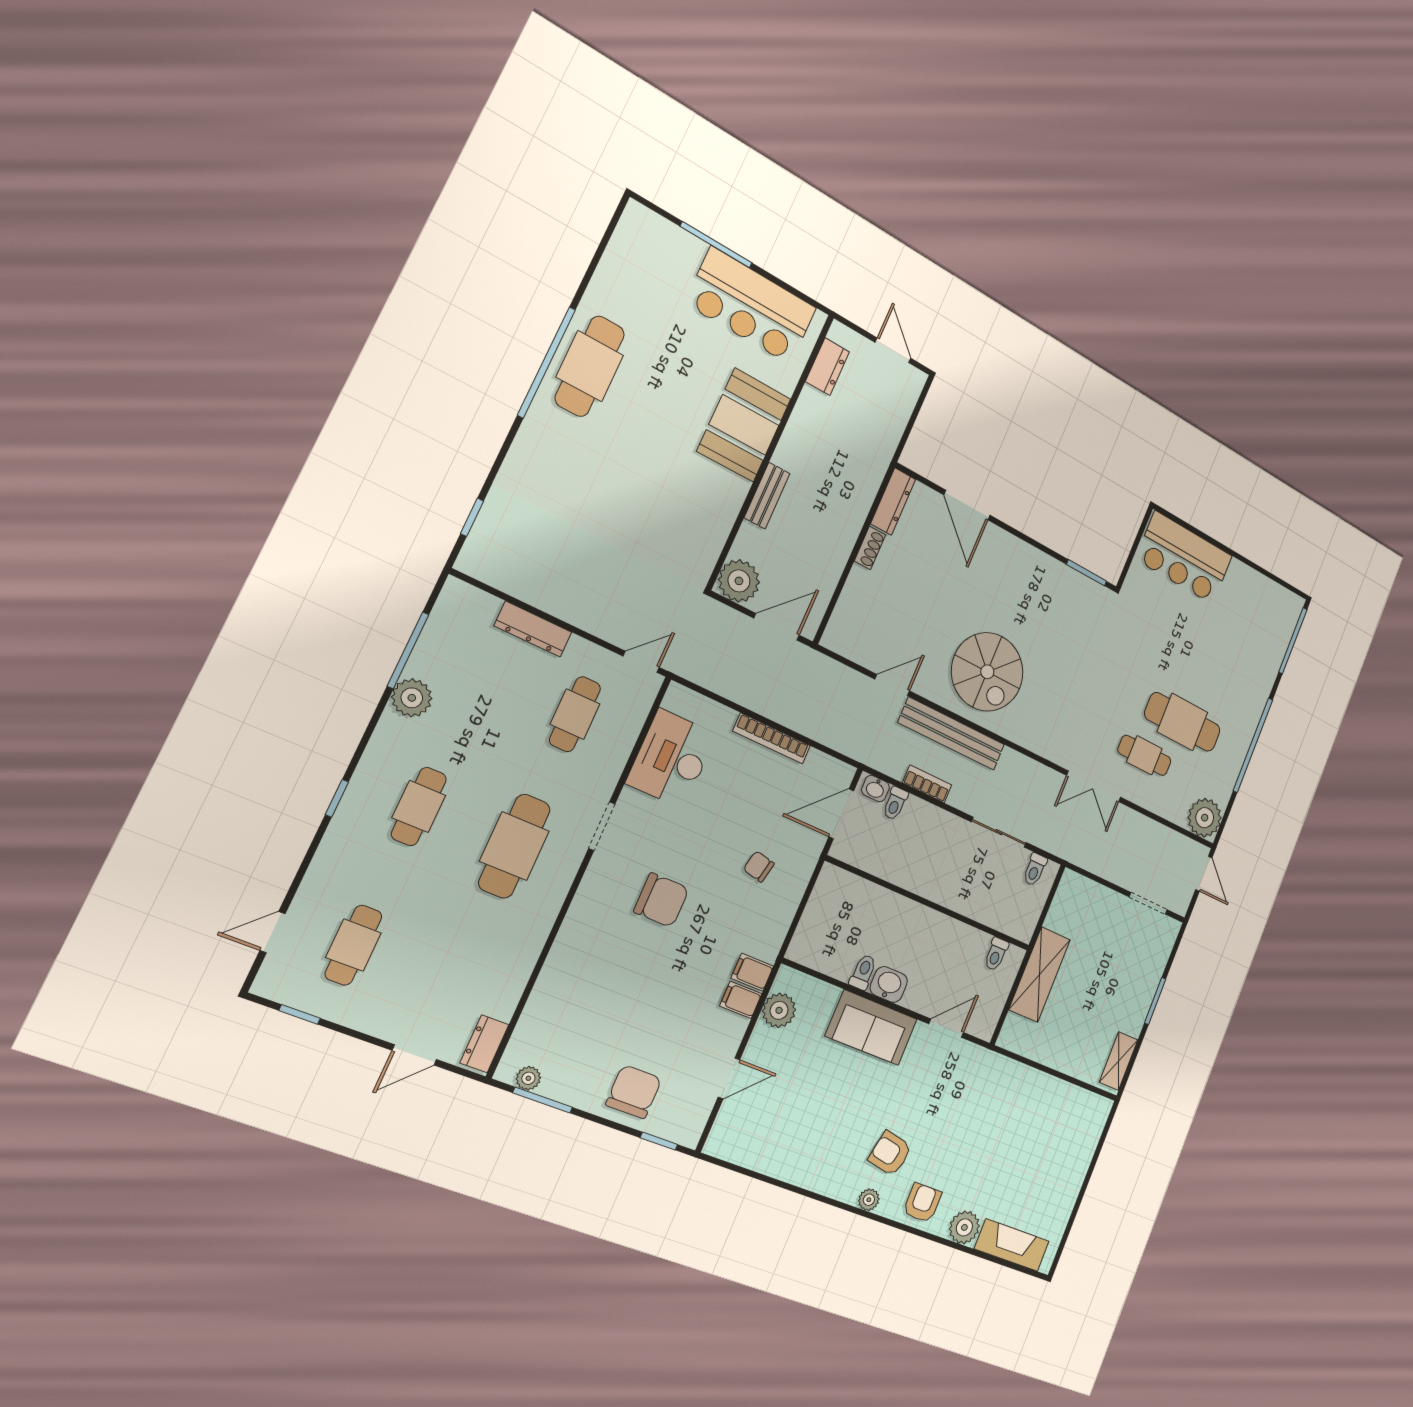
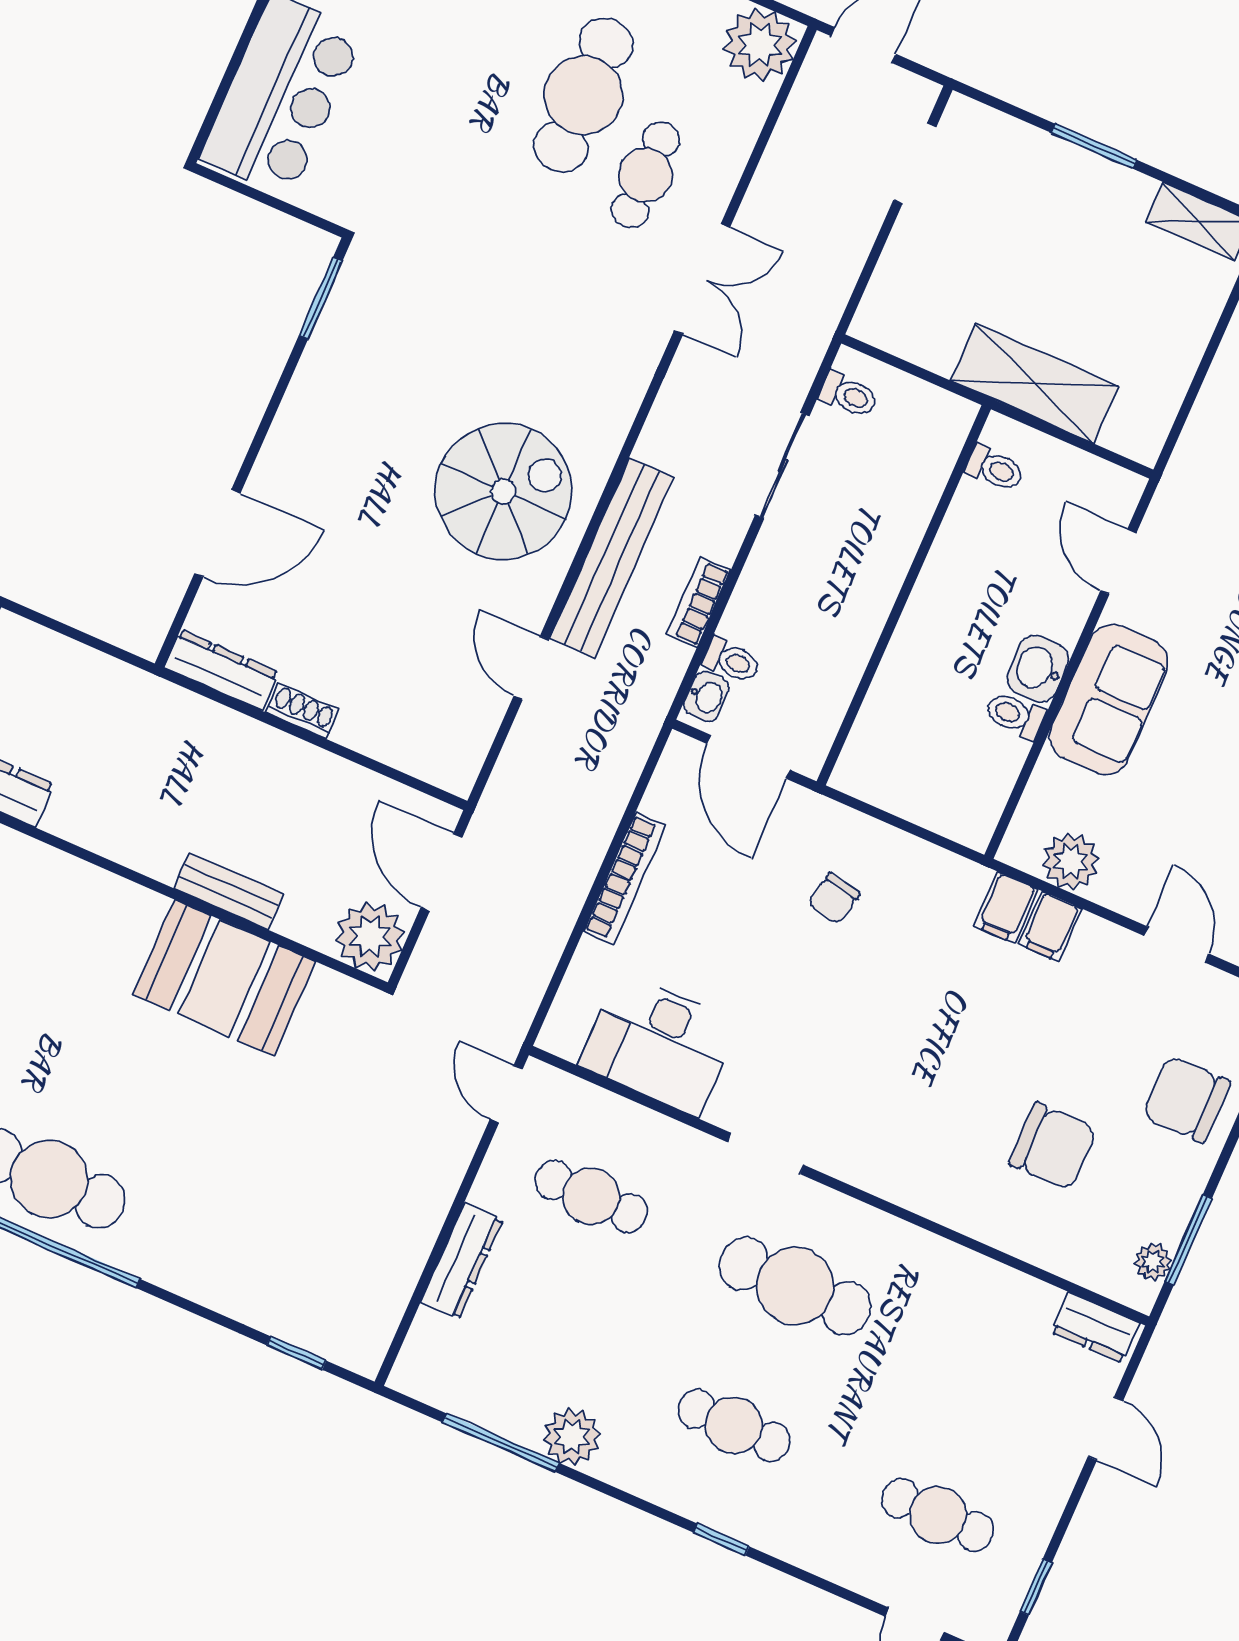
booth: (744, 425) -> (224, 978), moved
chair: (661, 900) -> (1053, 1146), moved, turned 90

